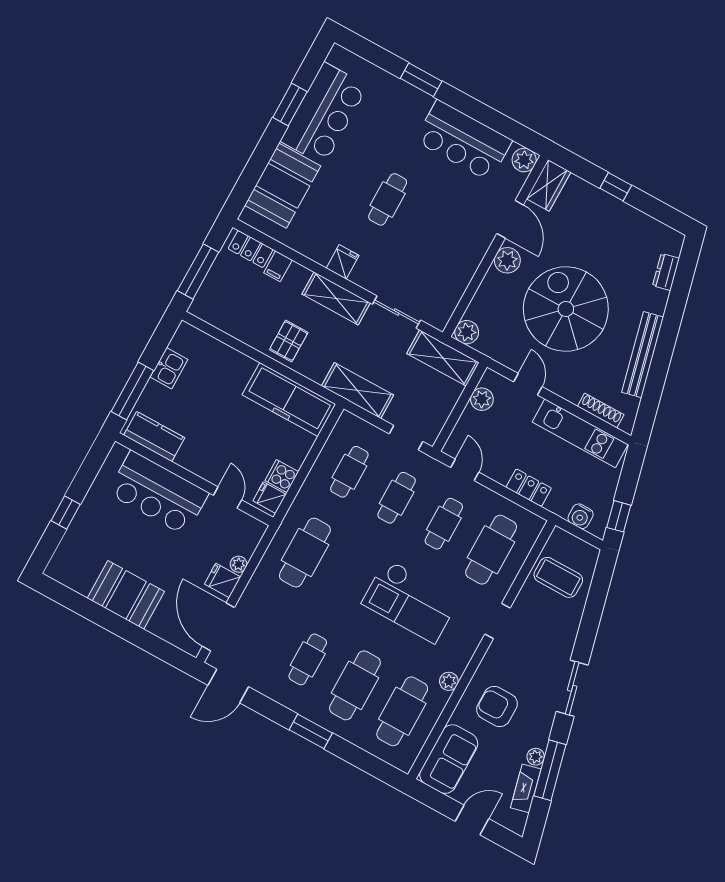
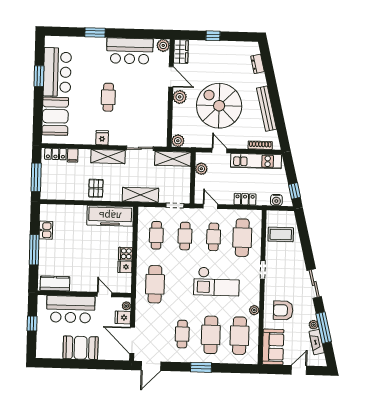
kitchen counter: (154, 437) -> (55, 284), moved
wall: (194, 479) -> (84, 294), moved
bar counter: (158, 493) -> (71, 309), moved
door: (228, 498) -> (104, 295), moved

